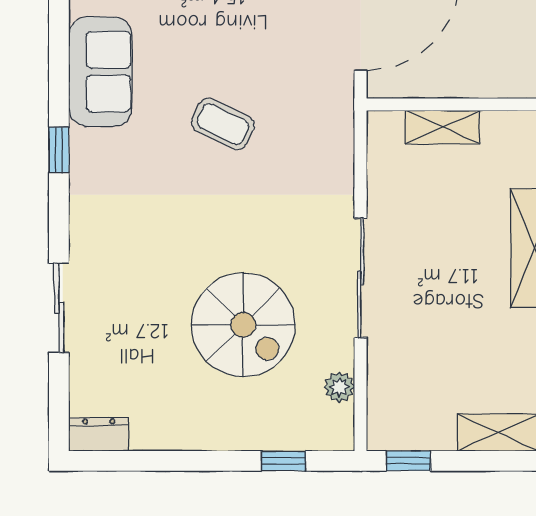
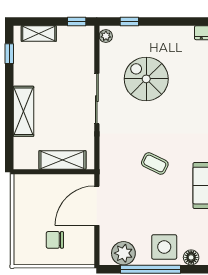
shelving: (442, 127) -> (62, 160), width x1.50, depth x1.33
plant: (339, 387) -> (106, 36), moved

